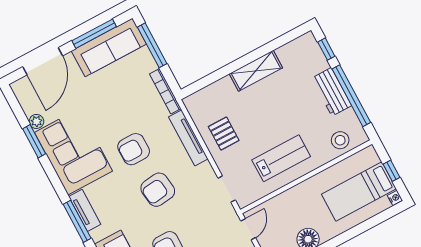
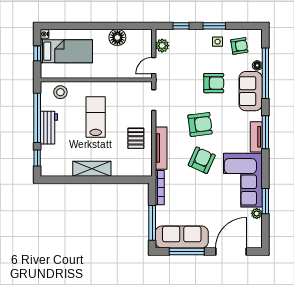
armchair: (134, 149) -> (202, 160), turned -66
lab bench: (281, 158) -> (96, 117), moved, turned 90

